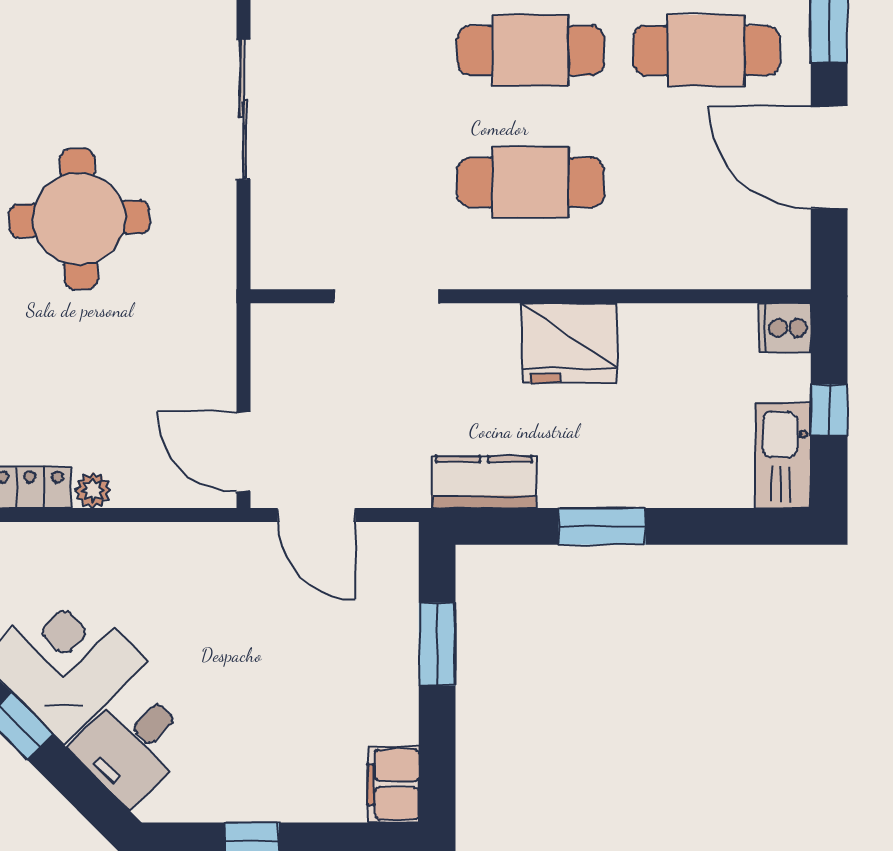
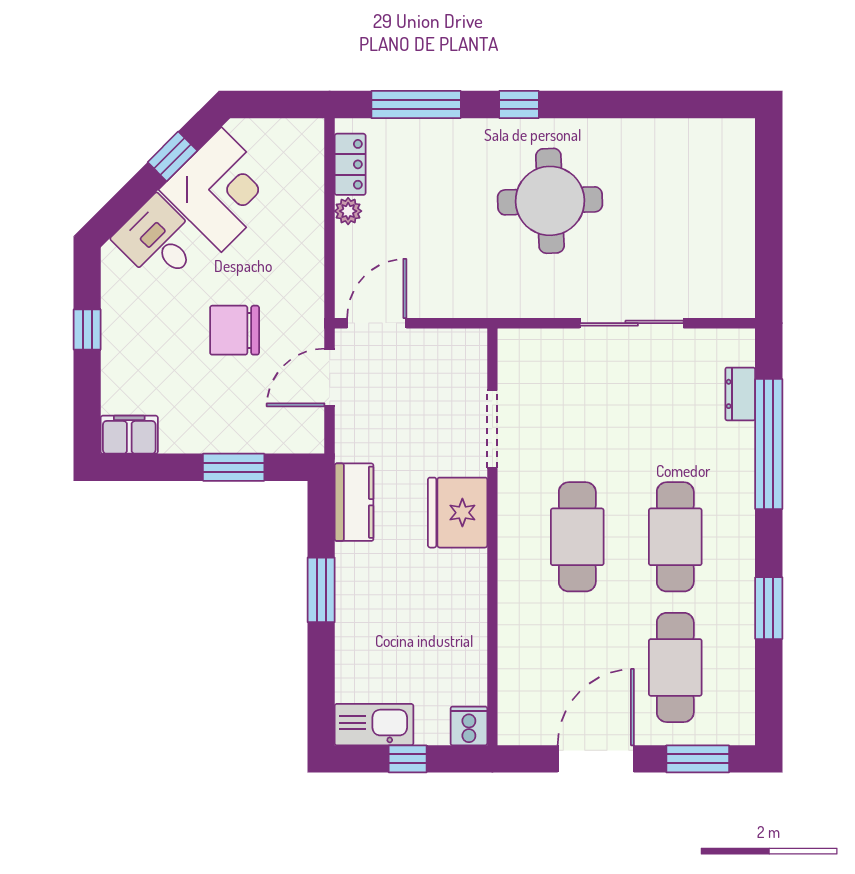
fridge: (570, 343) -> (458, 513), moved
chair: (253, 643) -> (235, 330), added

